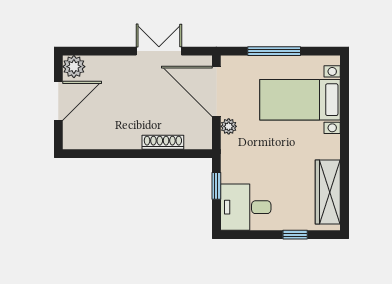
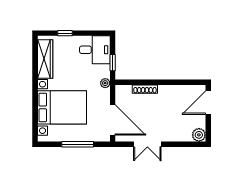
bed with nightstands: (300, 100) -> (62, 107), width x1.36
door: (58, 101) -> (208, 103), moved
plant: (229, 126) -> (105, 83), moved

